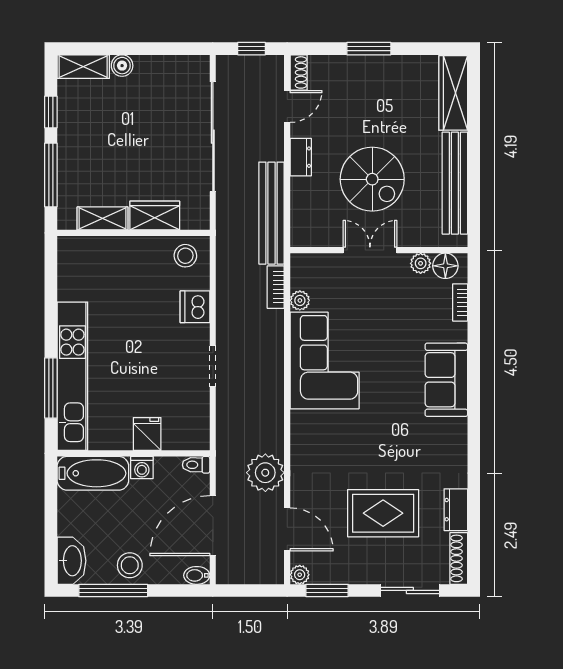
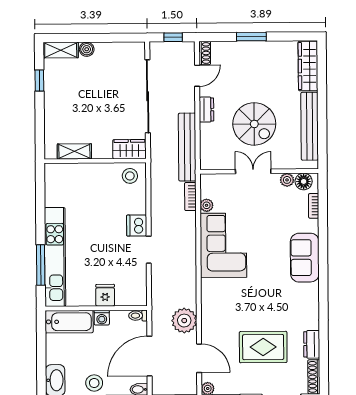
window: (51, 175) -> (40, 123), removed
wardrobe: (155, 215) -> (129, 149), moved
dishwasher: (195, 307) -> (137, 226), moved

